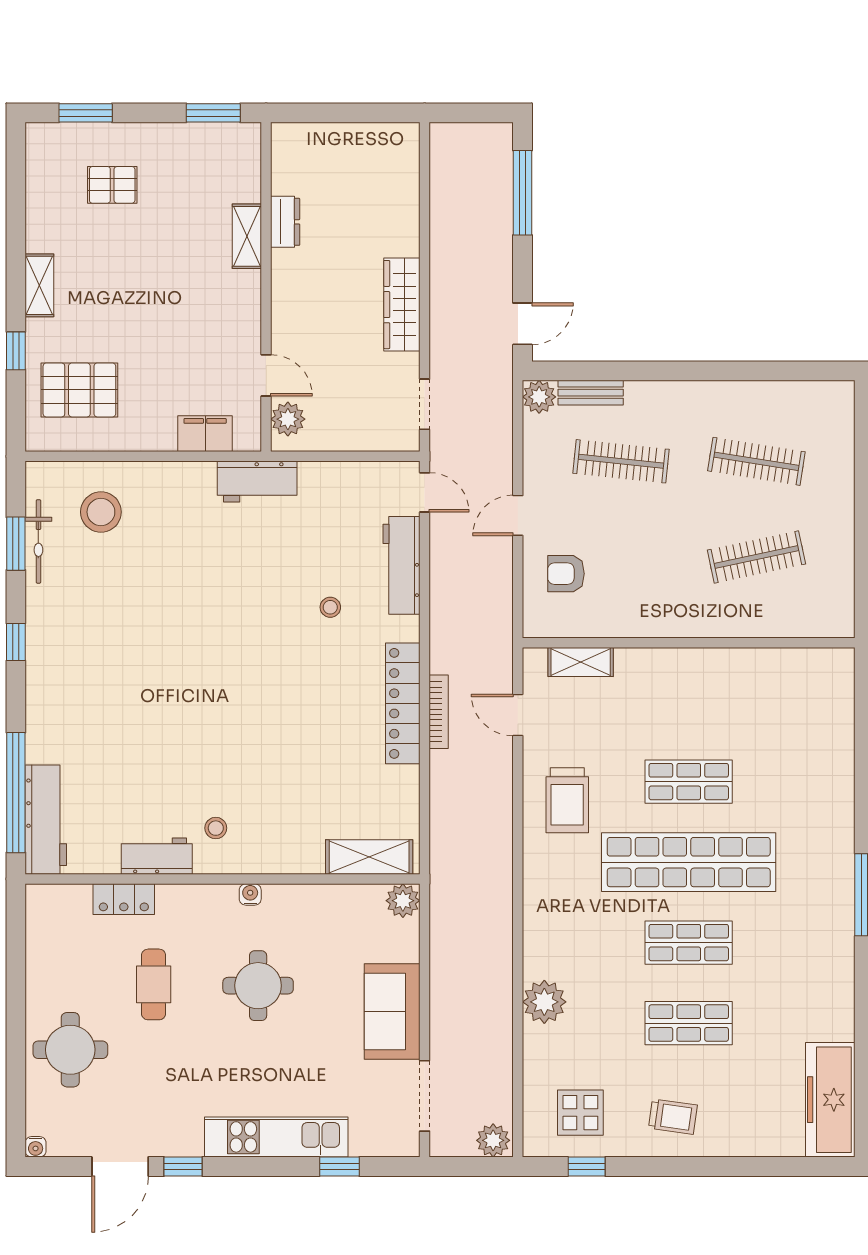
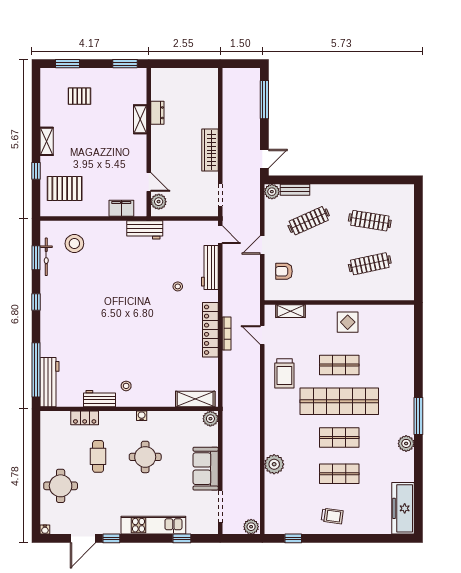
clothes rail: (621, 461) -> (309, 221), turned -30
plant: (837, 956) -> (406, 443), added
display table: (580, 1113) -> (348, 322), moved

